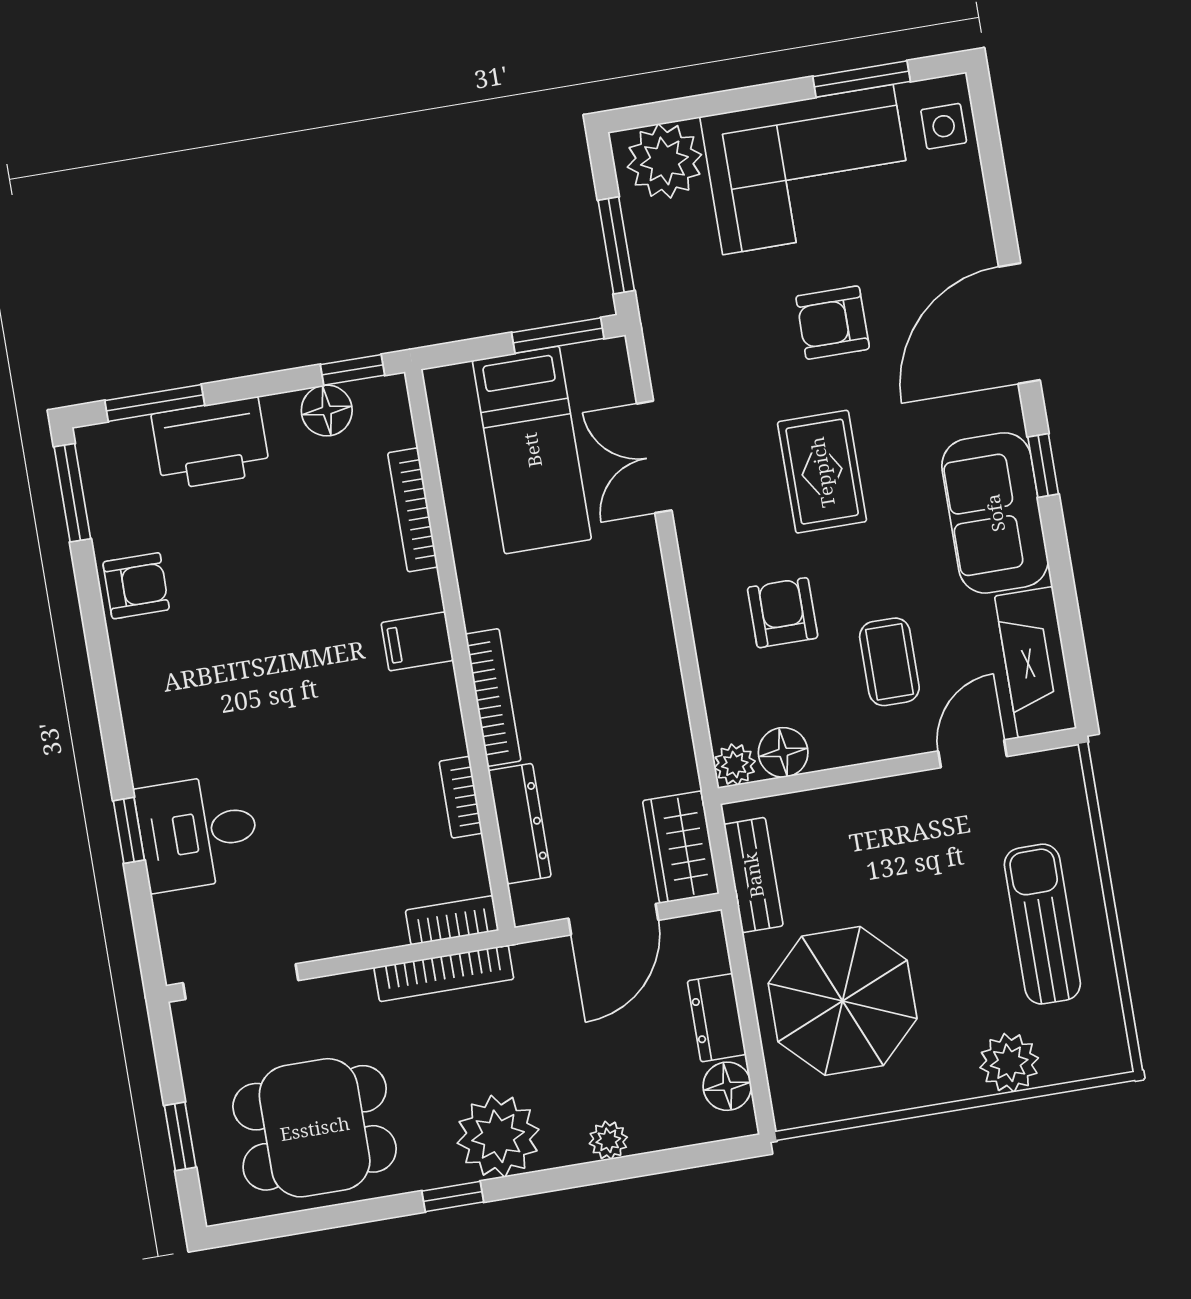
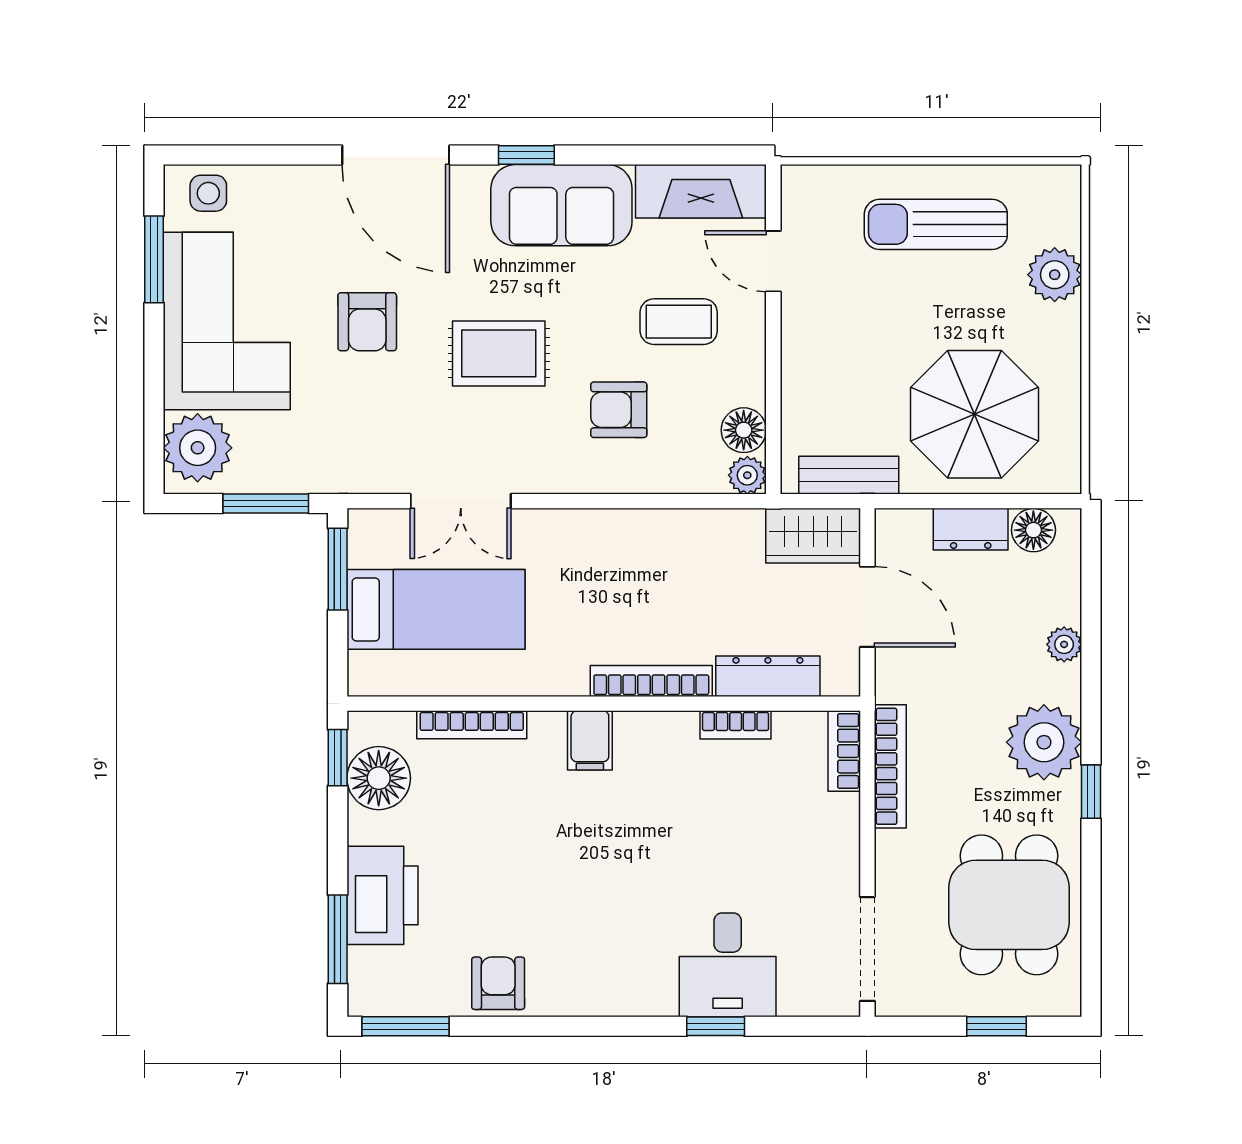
floor lamp: (327, 410) -> (379, 778), width x1.38, depth x1.38

